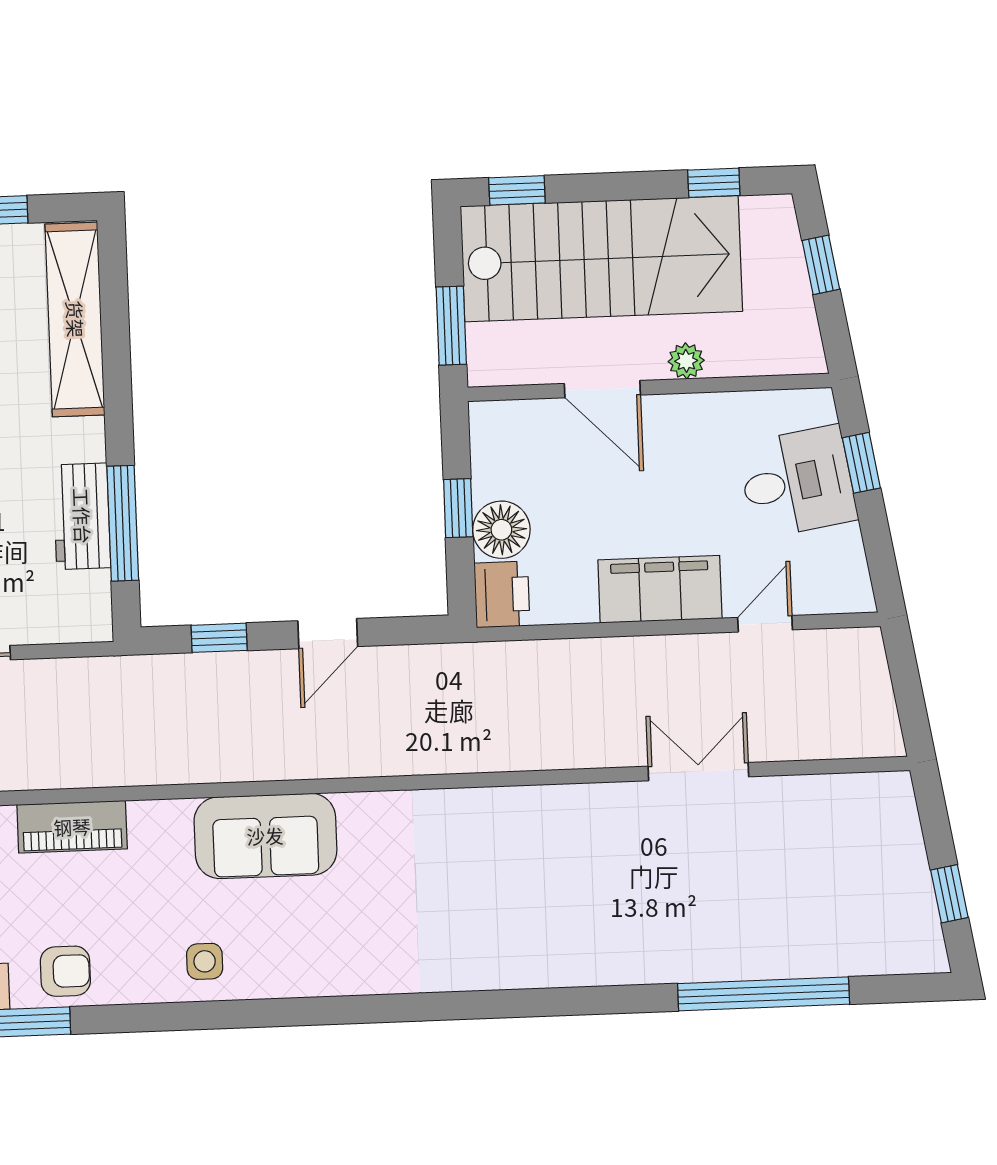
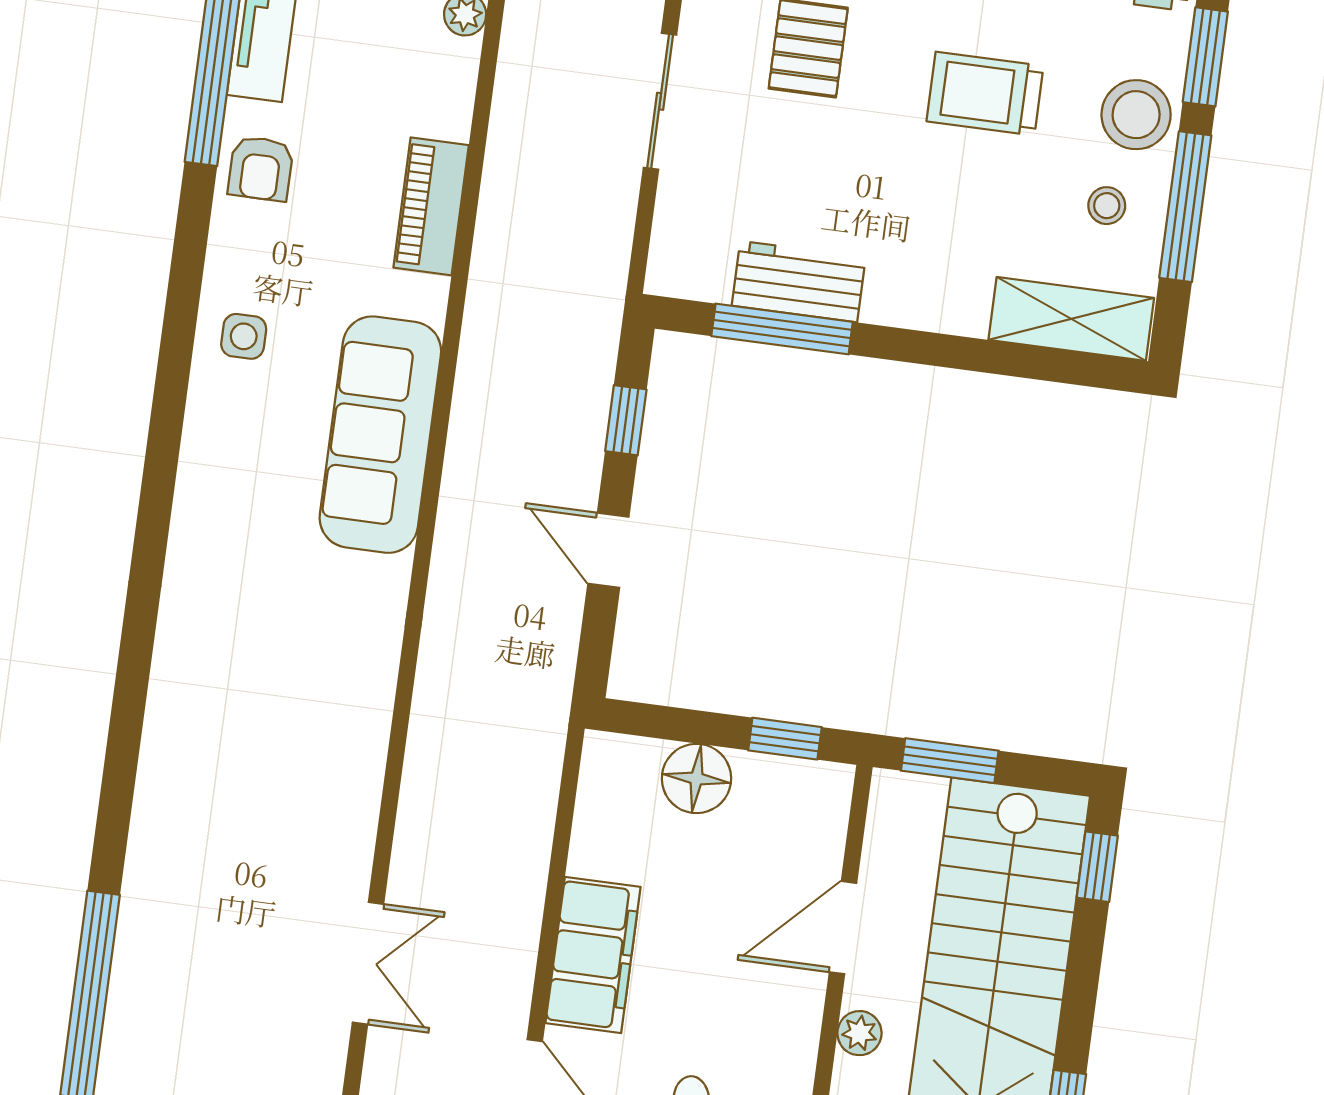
shelving: (75, 319) -> (1071, 319), width x0.68
window: (458, 508) -> (785, 739), moved
printer: (502, 595) -> (619, 766), removed
sofa: (265, 836) -> (380, 435), width x1.36

